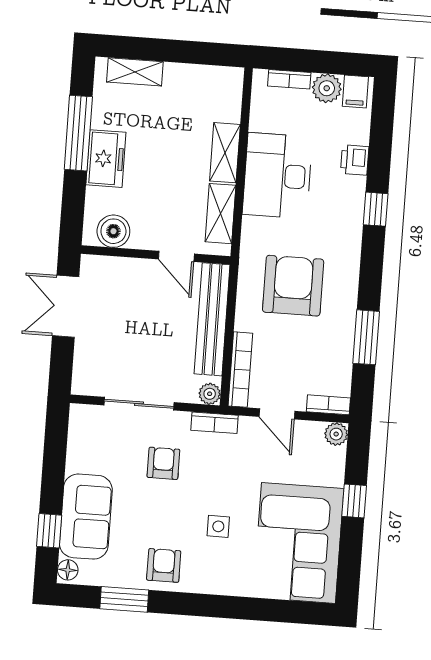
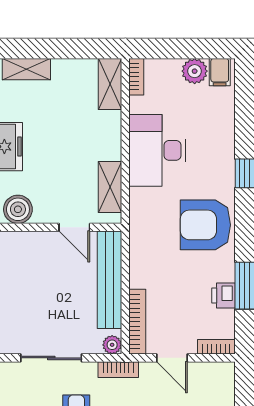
bookcase: (289, 79) -> (136, 77), moved, turned -90
shelving: (225, 153) -> (110, 84), moved
printer: (355, 160) -> (223, 296), moved
armchair: (293, 286) -> (205, 225), moved, turned -90
plant: (336, 434) -> (225, 372), removed

